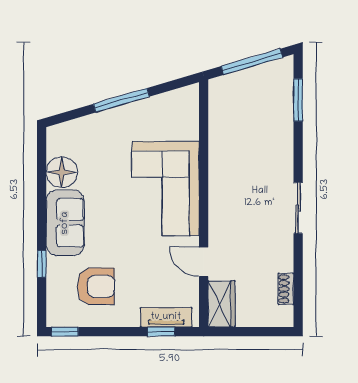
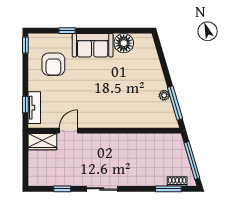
window: (121, 100) -> (175, 103), moved
plant: (146, 107) -> (164, 95), added
corner sofa: (165, 189) -> (114, 107), removed
window: (298, 272) -> (62, 189), added
shoe rack: (286, 289) -> (177, 181), moved

